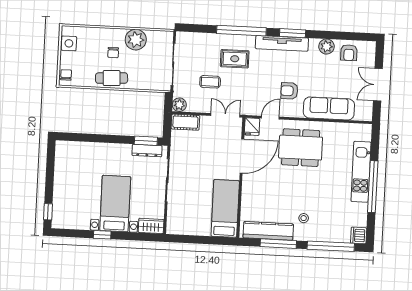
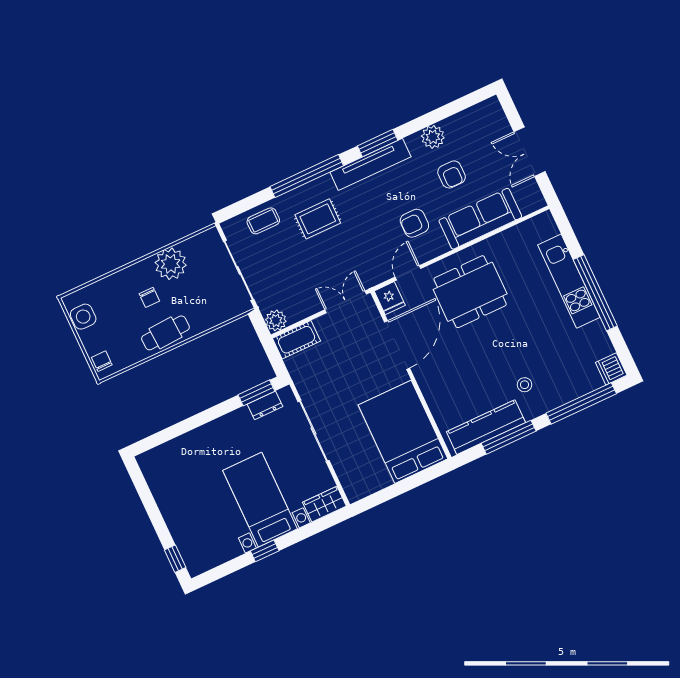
armchair: (349, 53) -> (452, 174), moved
coffee table: (210, 82) -> (263, 221), moved
dresser: (147, 151) -> (265, 405), width x0.70
bed: (225, 208) -> (403, 432), width x1.50

